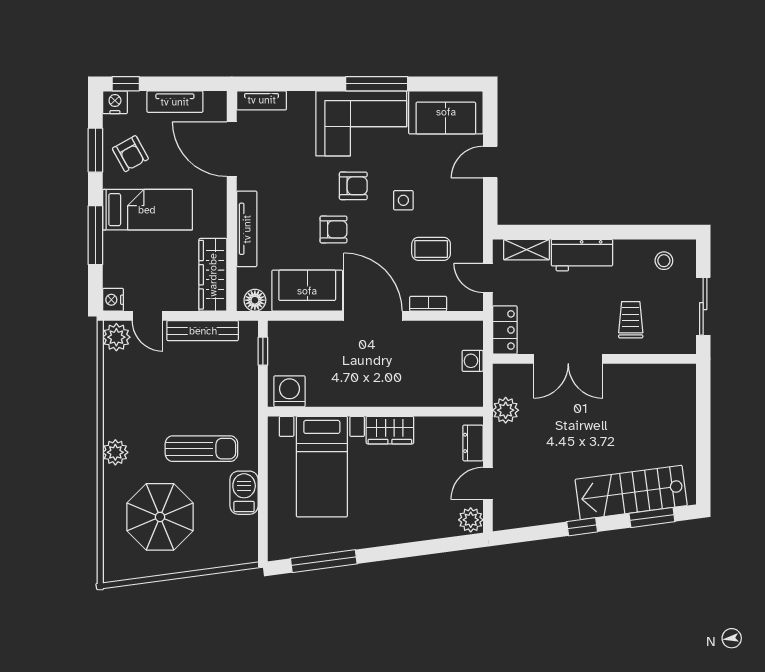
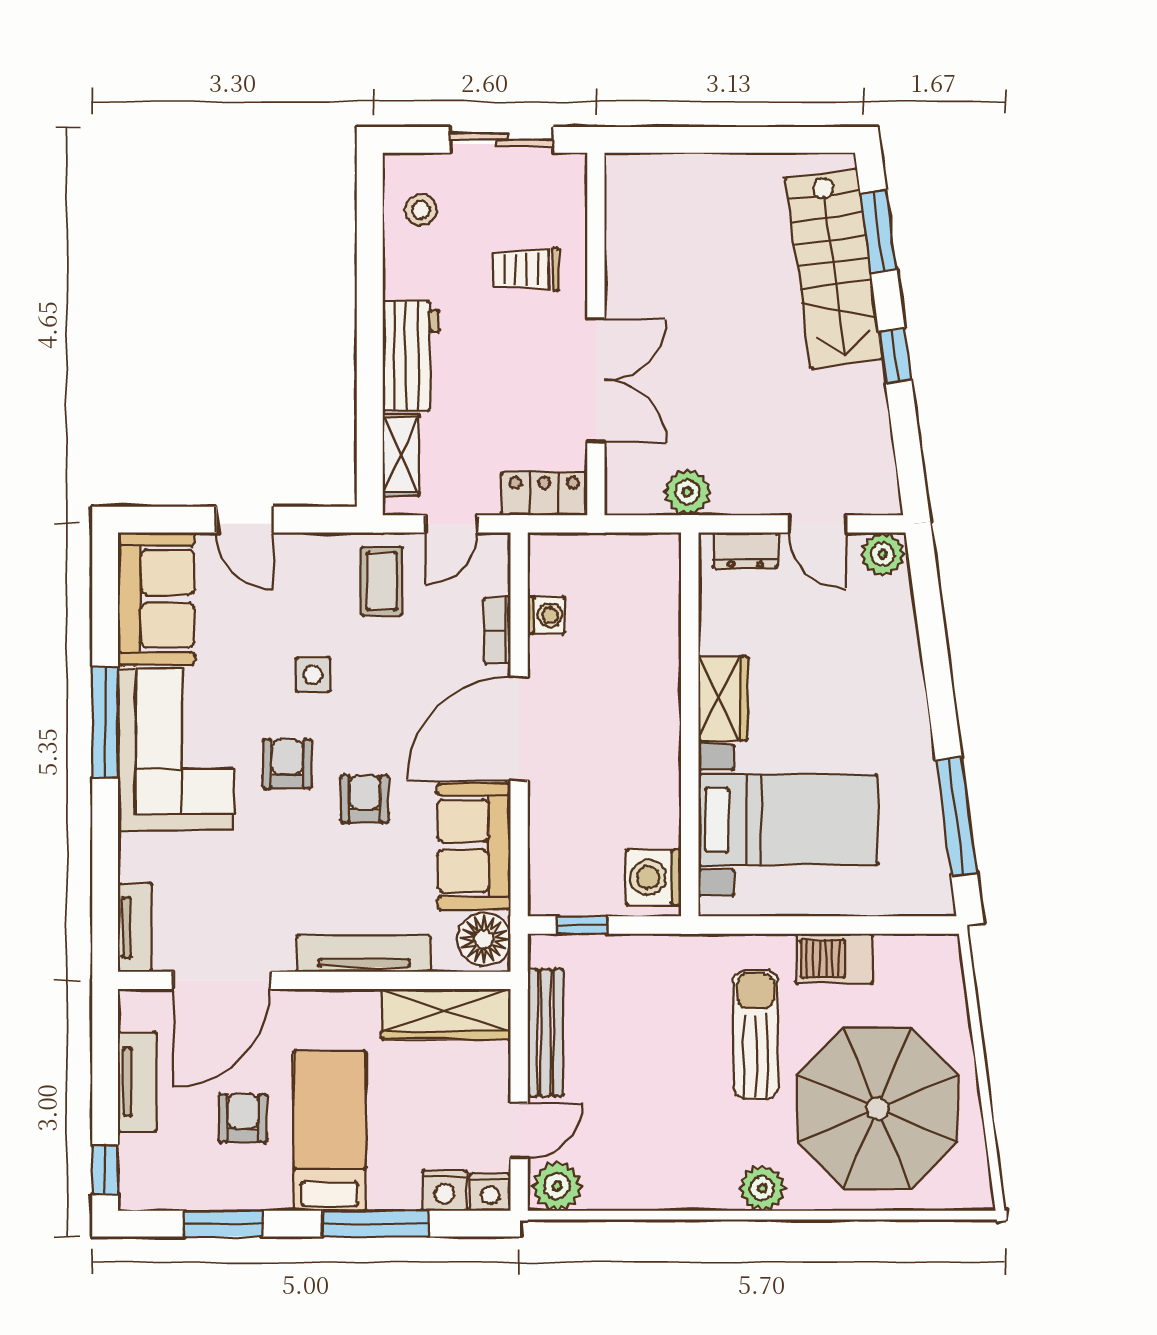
nightstand: (115, 102) -> (444, 1191), moved, turned -90
armchair: (130, 154) -> (243, 1118), moved, turned -61
coffee table: (431, 249) -> (382, 581), moved
floor lamp: (255, 300) -> (484, 939), width x1.38, depth x1.38
washing machine: (473, 361) -> (546, 615), moved, turned -90
parasol: (160, 517) -> (878, 1108), width x1.36, depth x1.36

